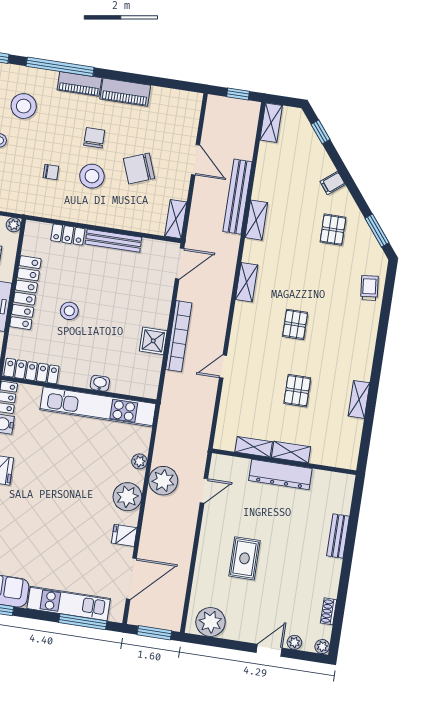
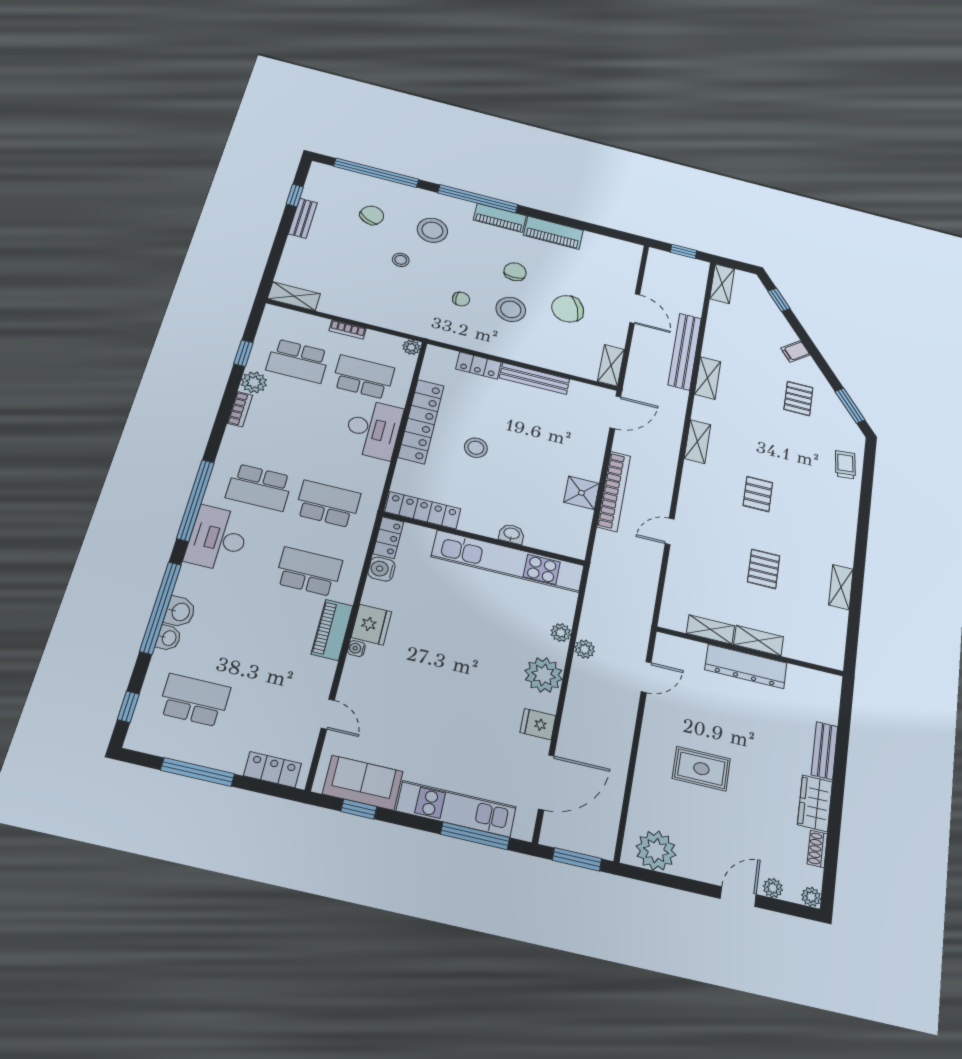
plant: (163, 481) -> (585, 649), width x0.53, depth x0.53
rug: (244, 558) -> (701, 769), turned 90
wardrobe: (329, 577) -> (815, 803), added

